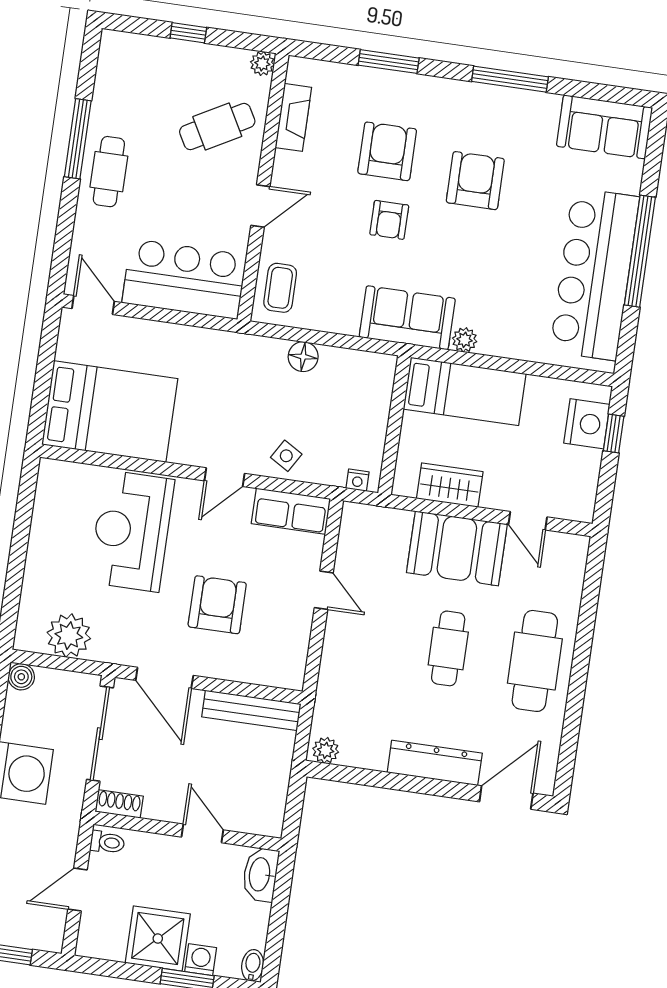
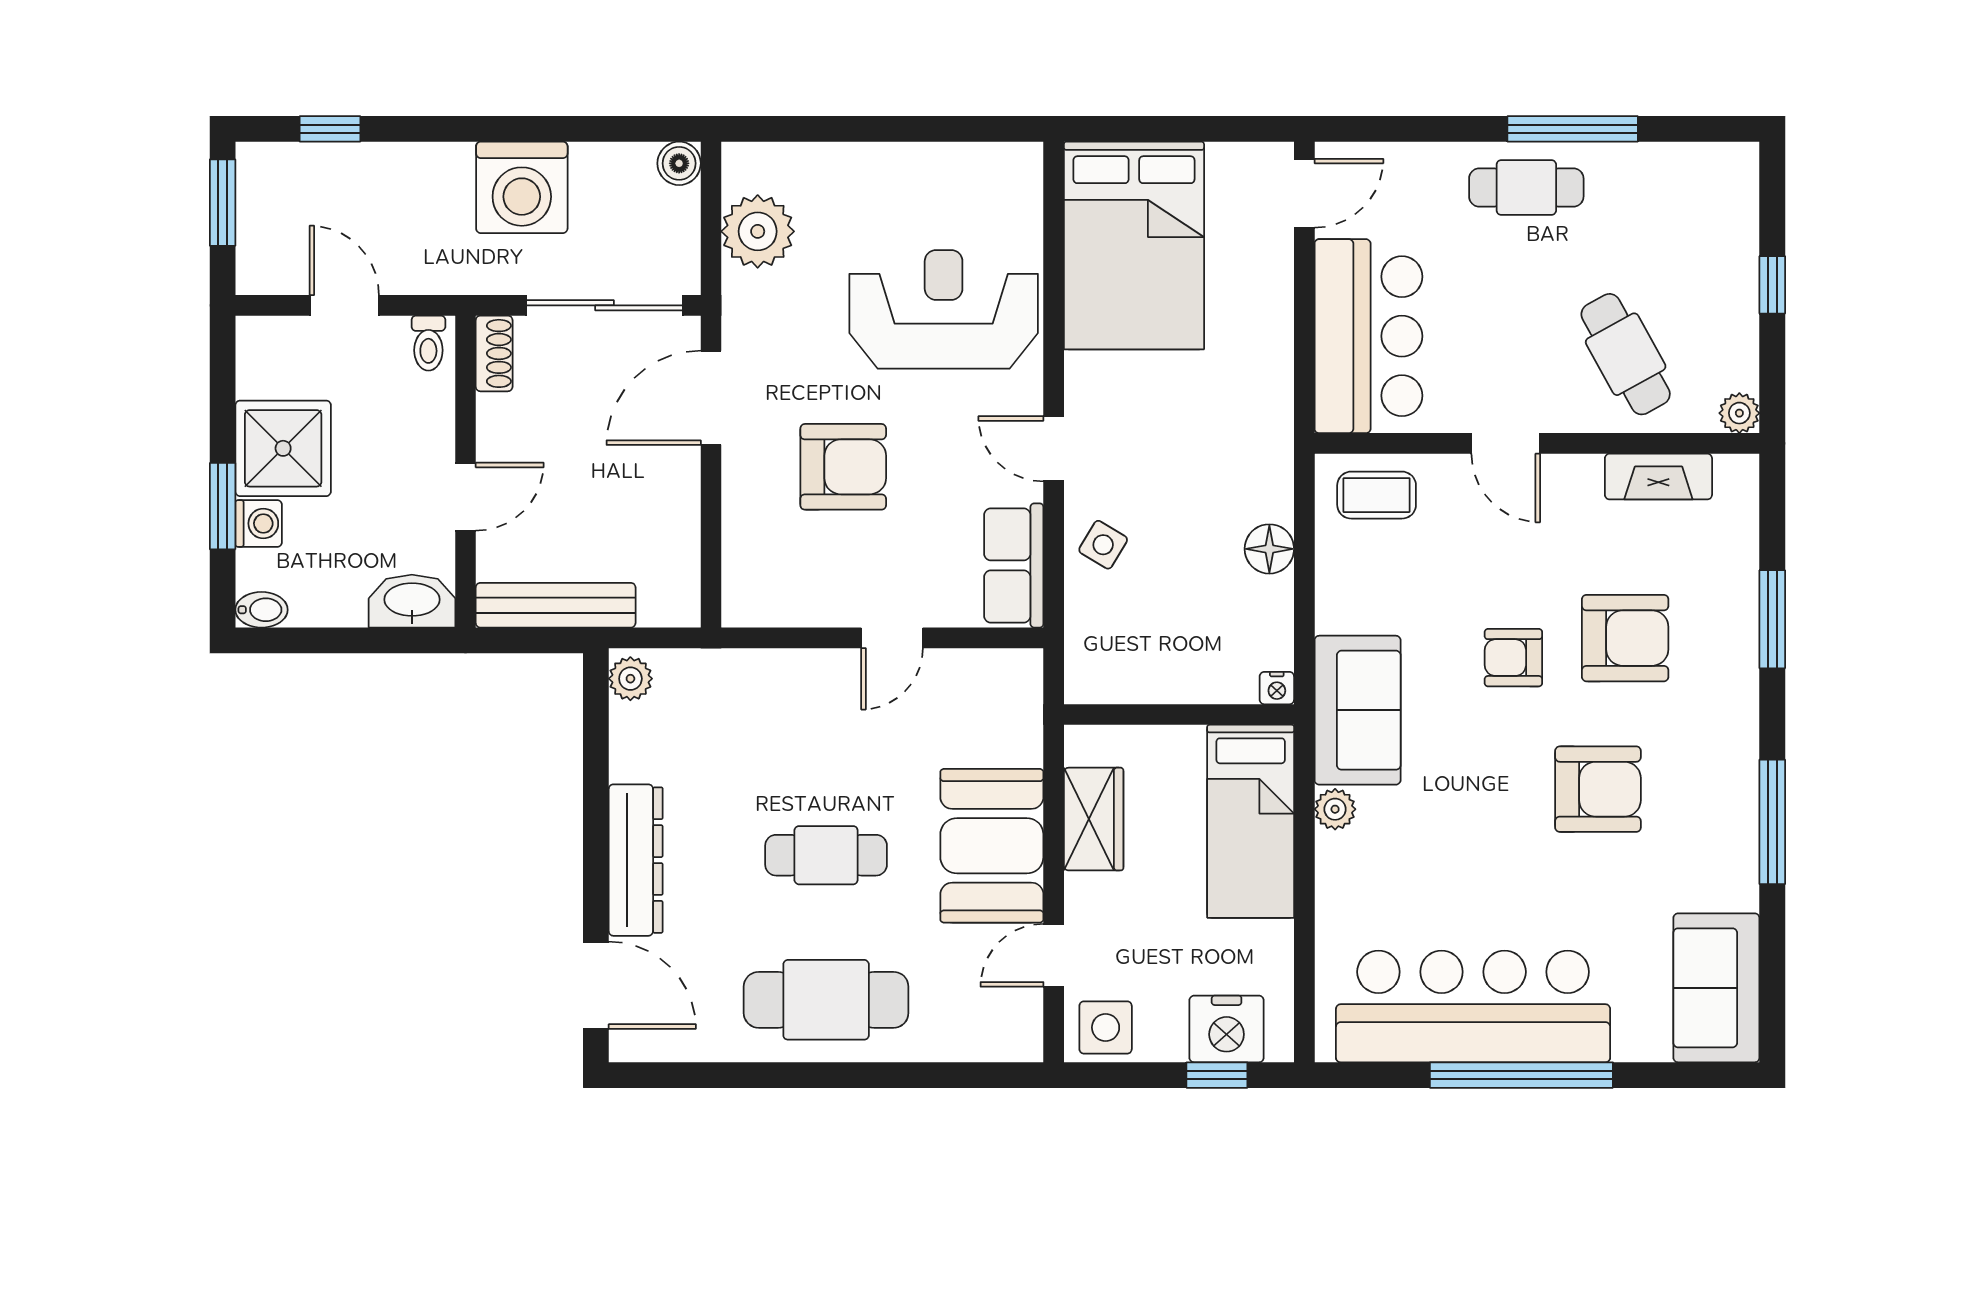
nightstand: (358, 480) -> (1277, 688), moved, turned -90
side table: (576, 496) -> (1106, 1027), added
bench: (251, 710) -> (556, 605), moved, turned 90

